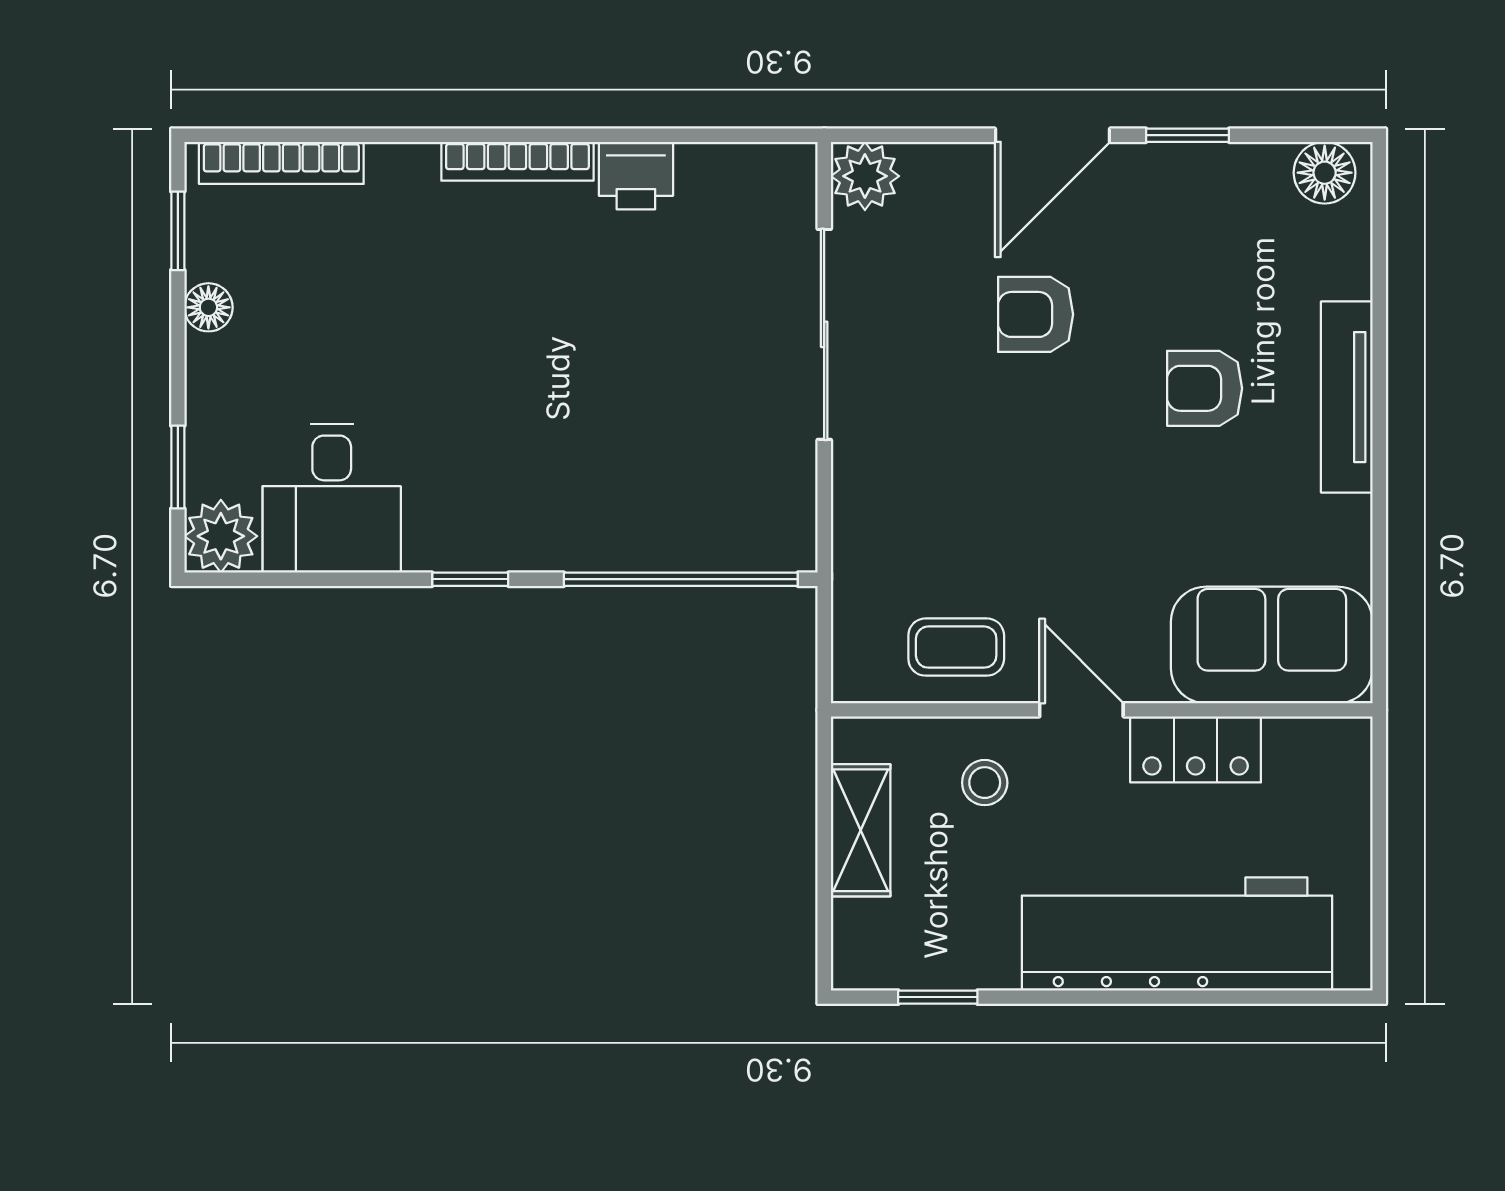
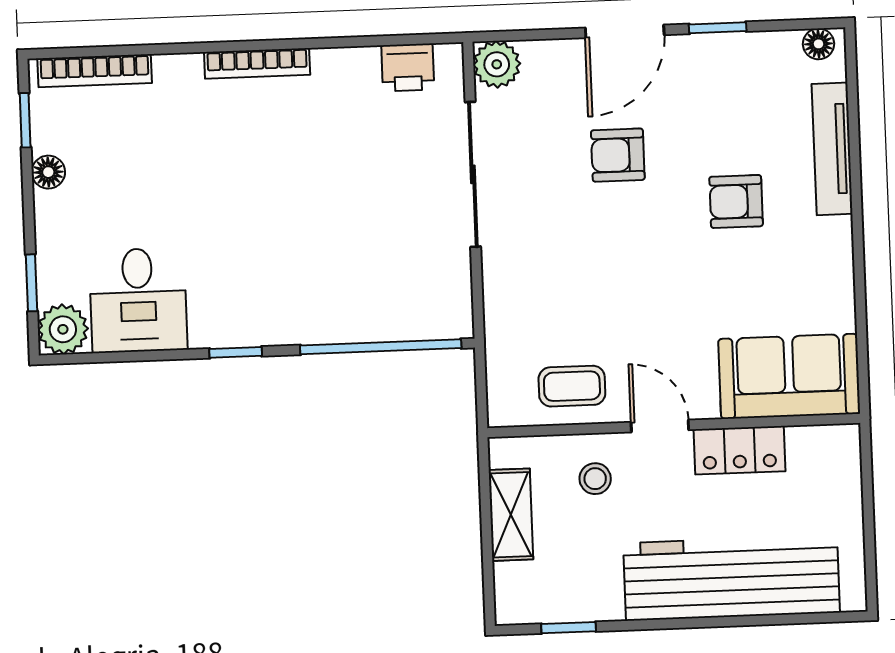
floor lamp: (1325, 173) -> (819, 44), width x0.73, depth x0.73
printer: (636, 176) -> (408, 67), moved
tv unit: (1347, 397) -> (832, 149), moved

